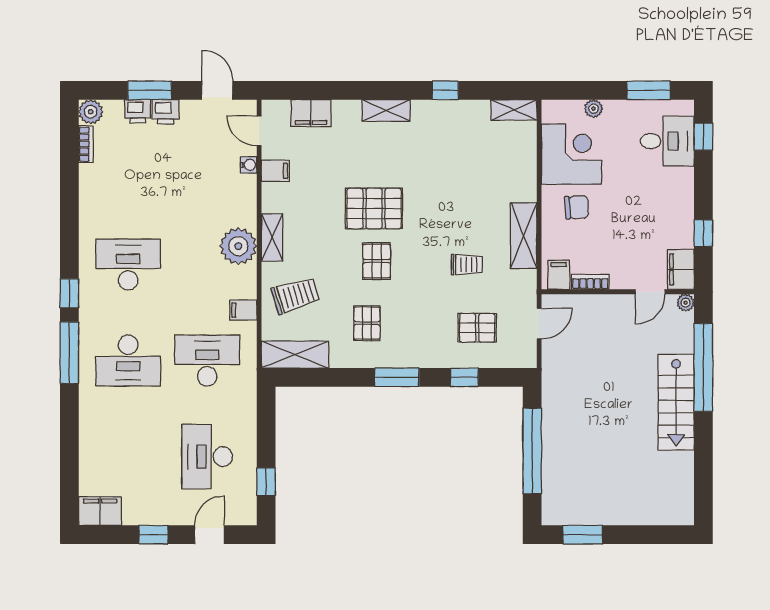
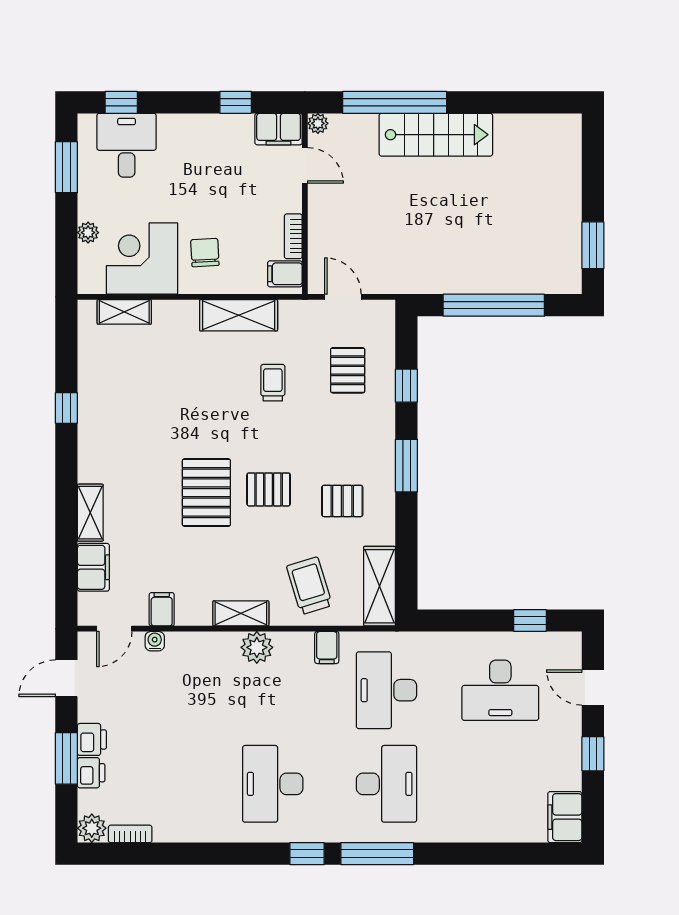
shelving: (386, 110) -> (90, 513), moved
shelving: (514, 110) -> (124, 312), moved, turned 90
plant: (238, 246) -> (257, 647), width x0.73, depth x0.73

